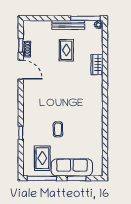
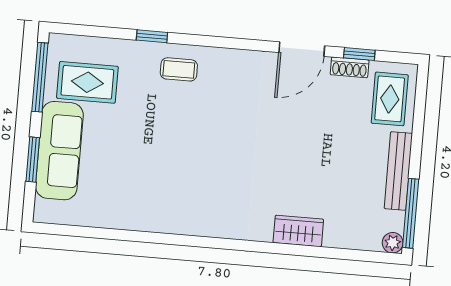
rug: (66, 50) -> (390, 99), moved, turned 90
coffee table: (58, 129) -> (179, 69), moved

